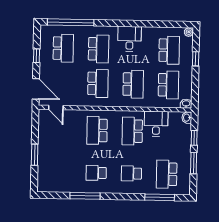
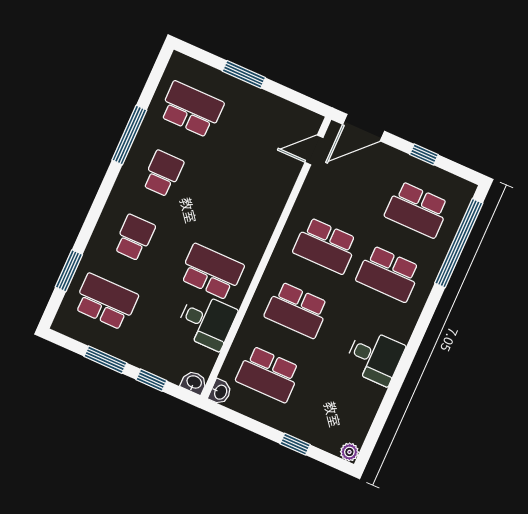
desk: (130, 39) -> (375, 357), moved
school desk: (169, 50) -> (331, 402), removed
school desk: (97, 130) -> (191, 109), moved
window: (160, 197) -> (69, 271), width x0.69

